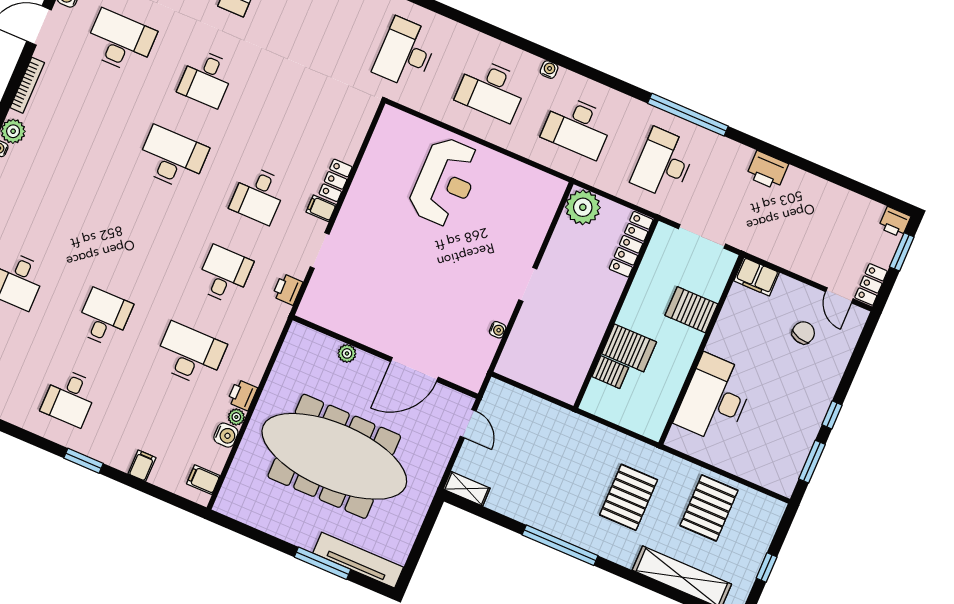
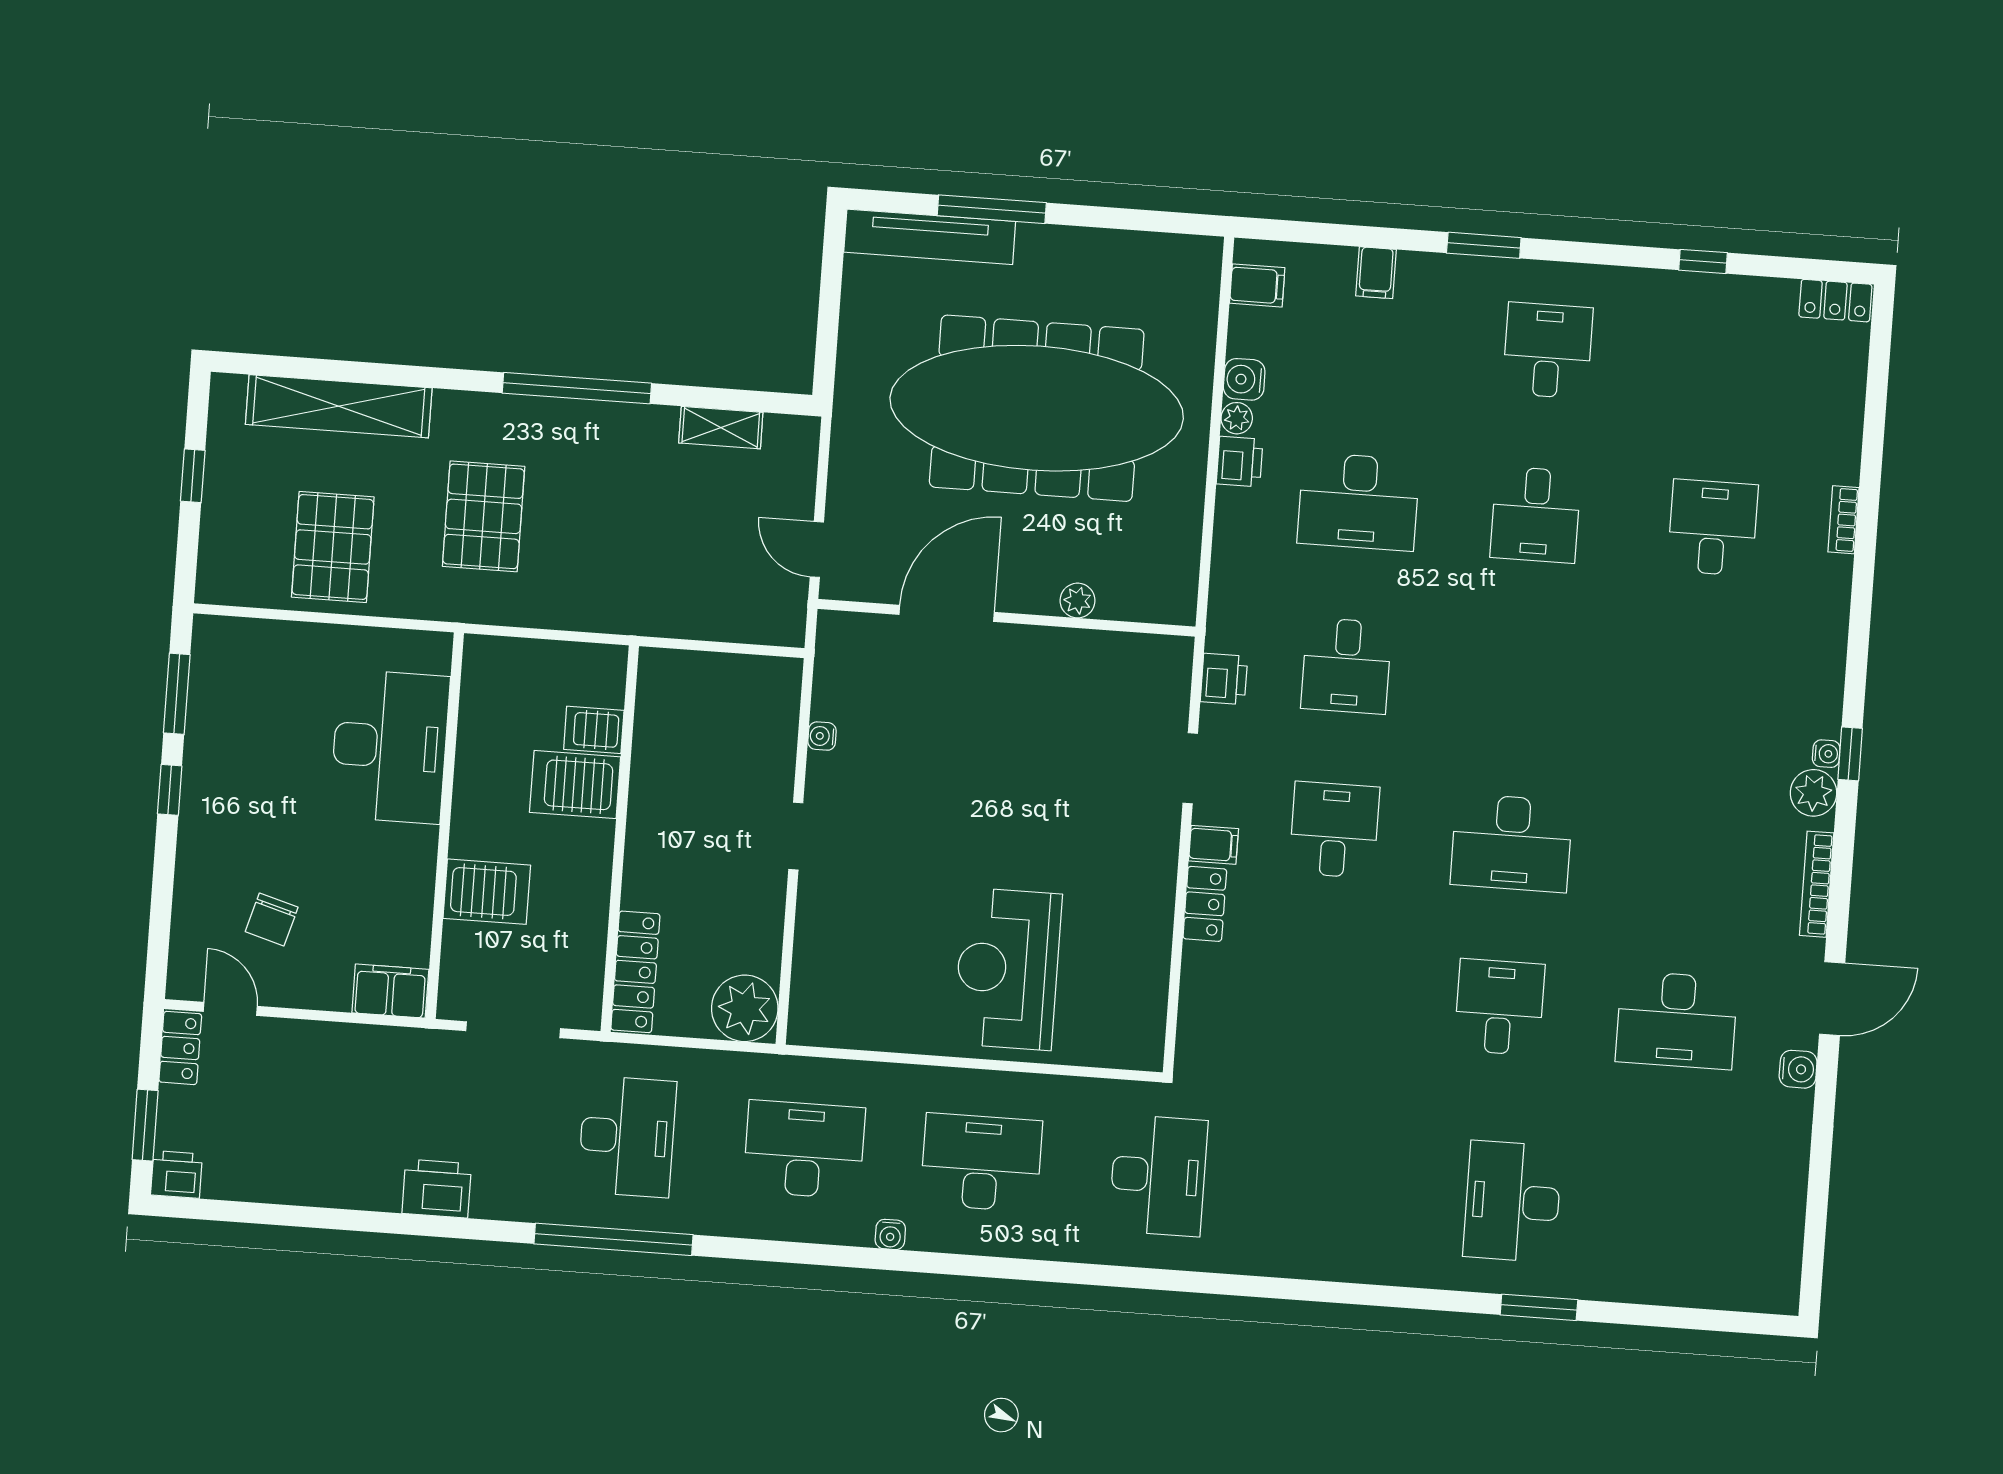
shelving: (467, 489) -> (721, 428), moved

